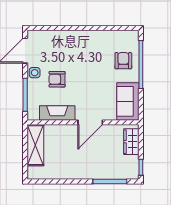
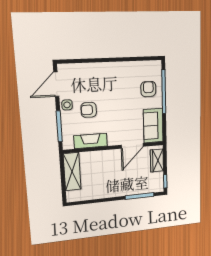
door: (90, 122) -> (132, 146), moved

